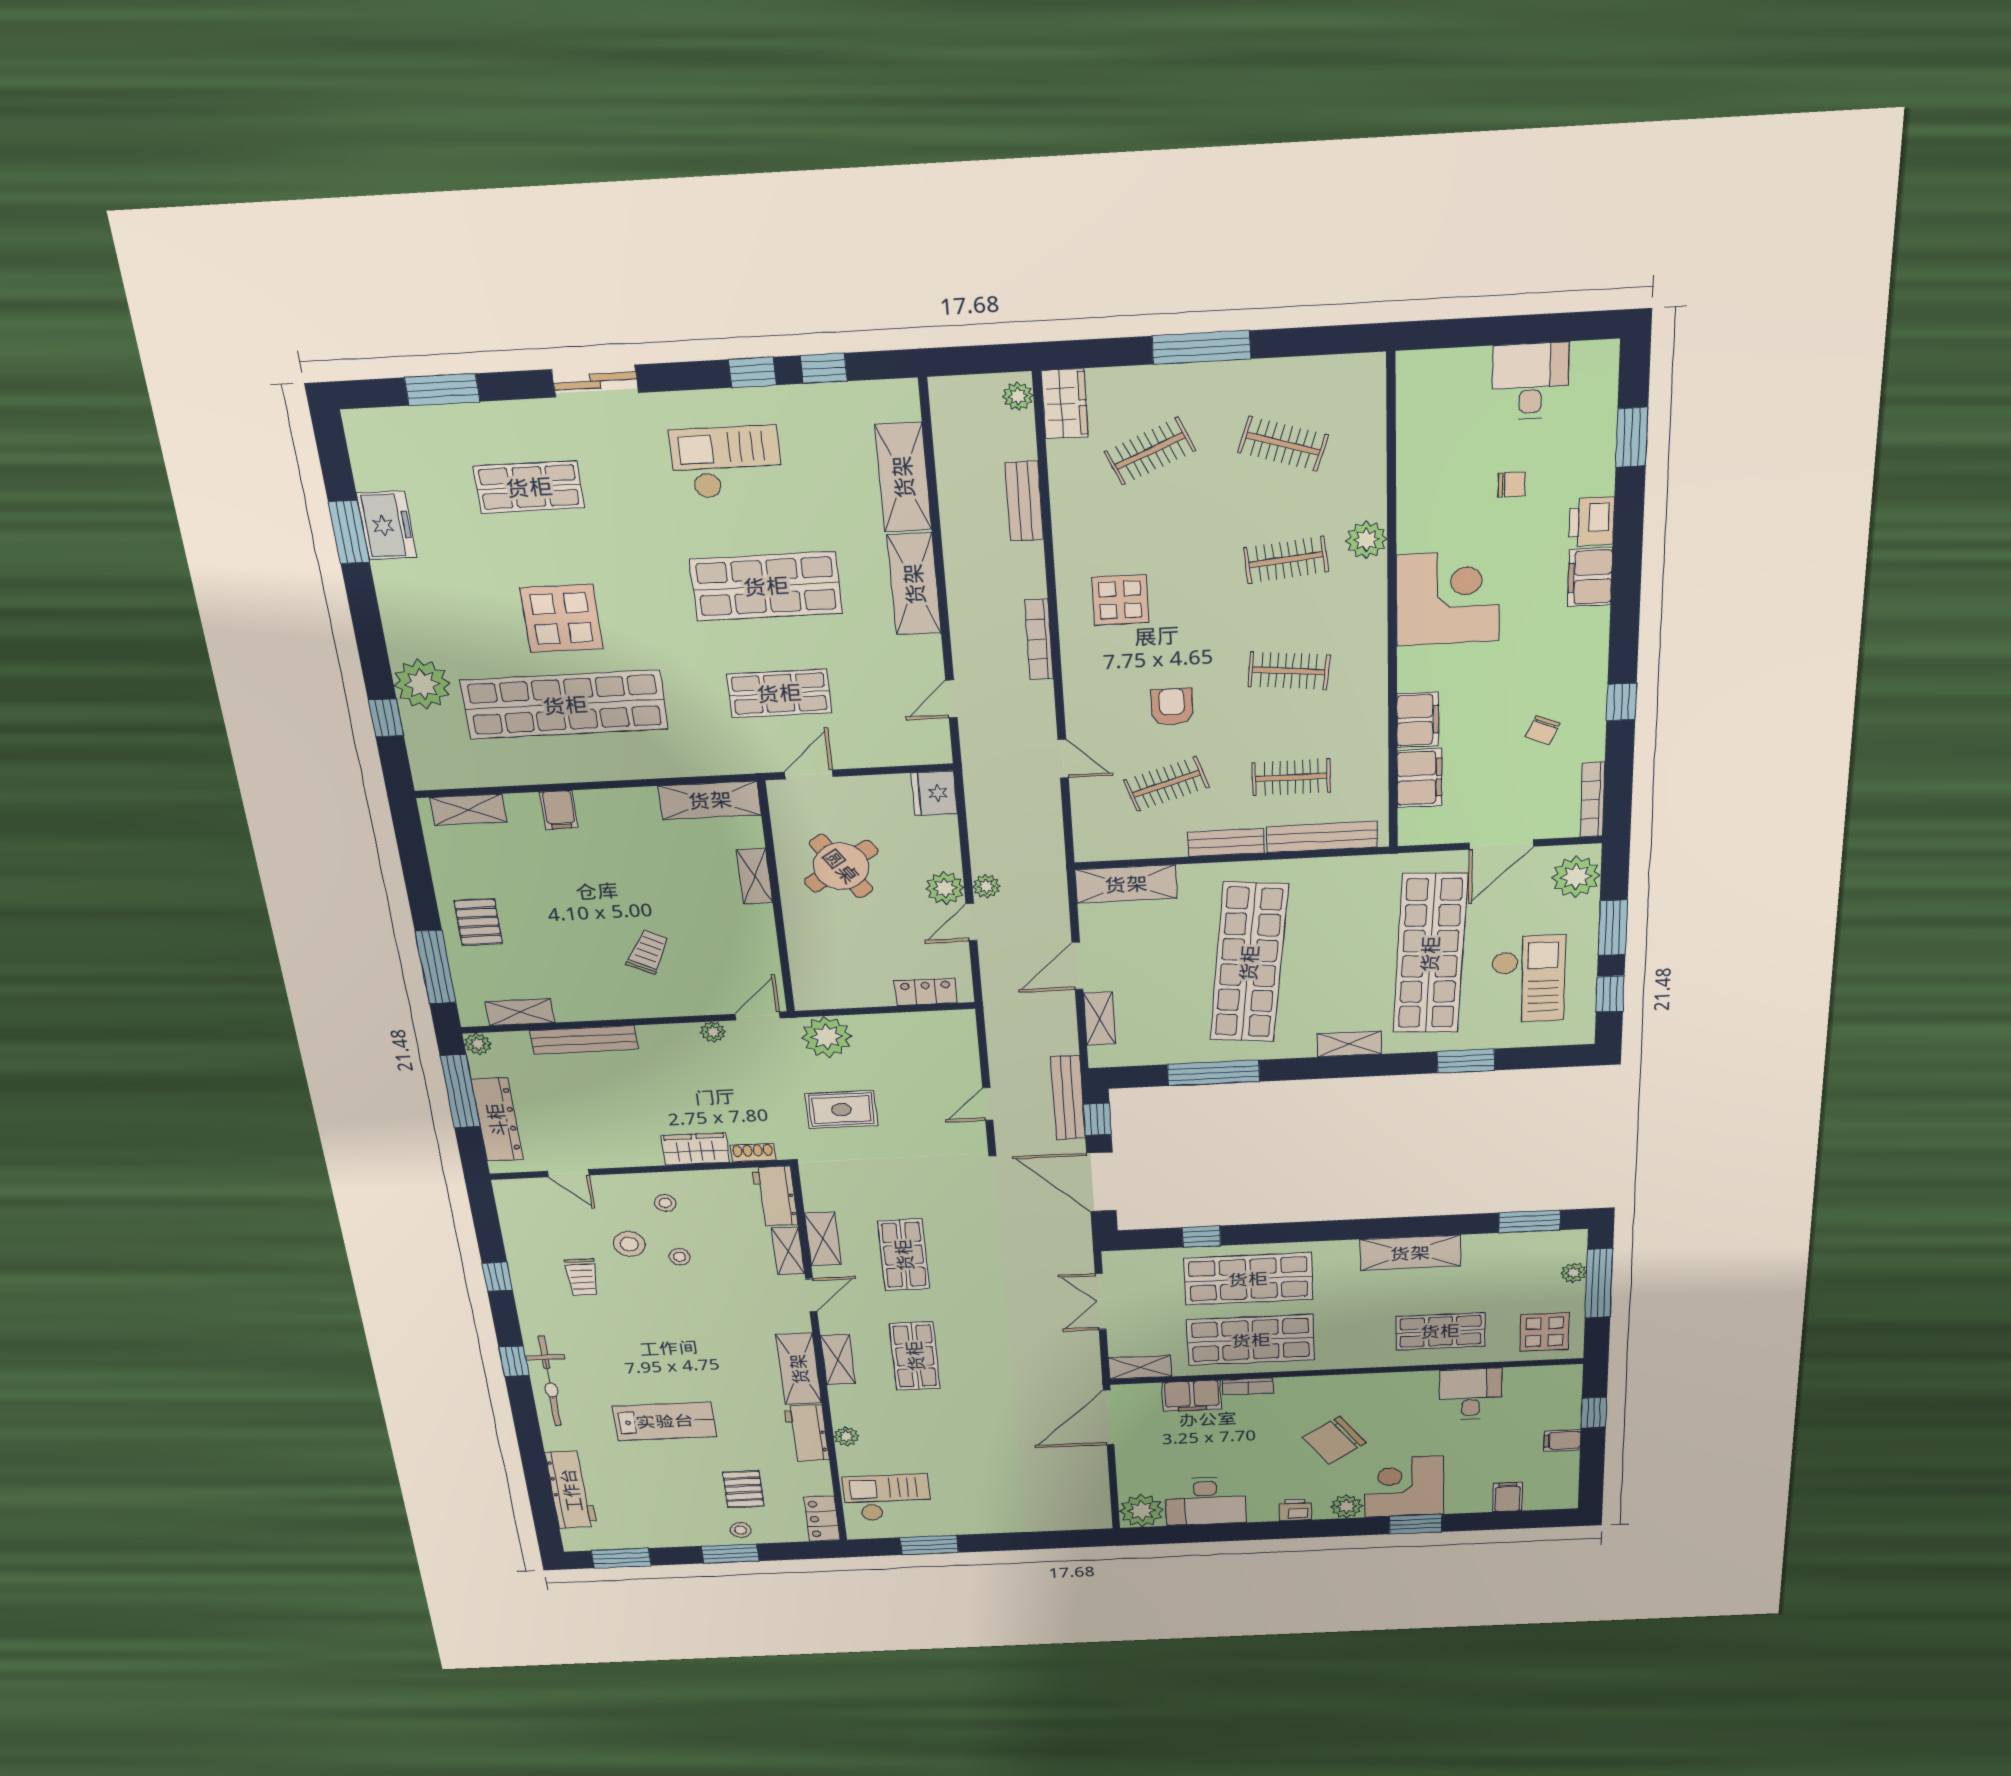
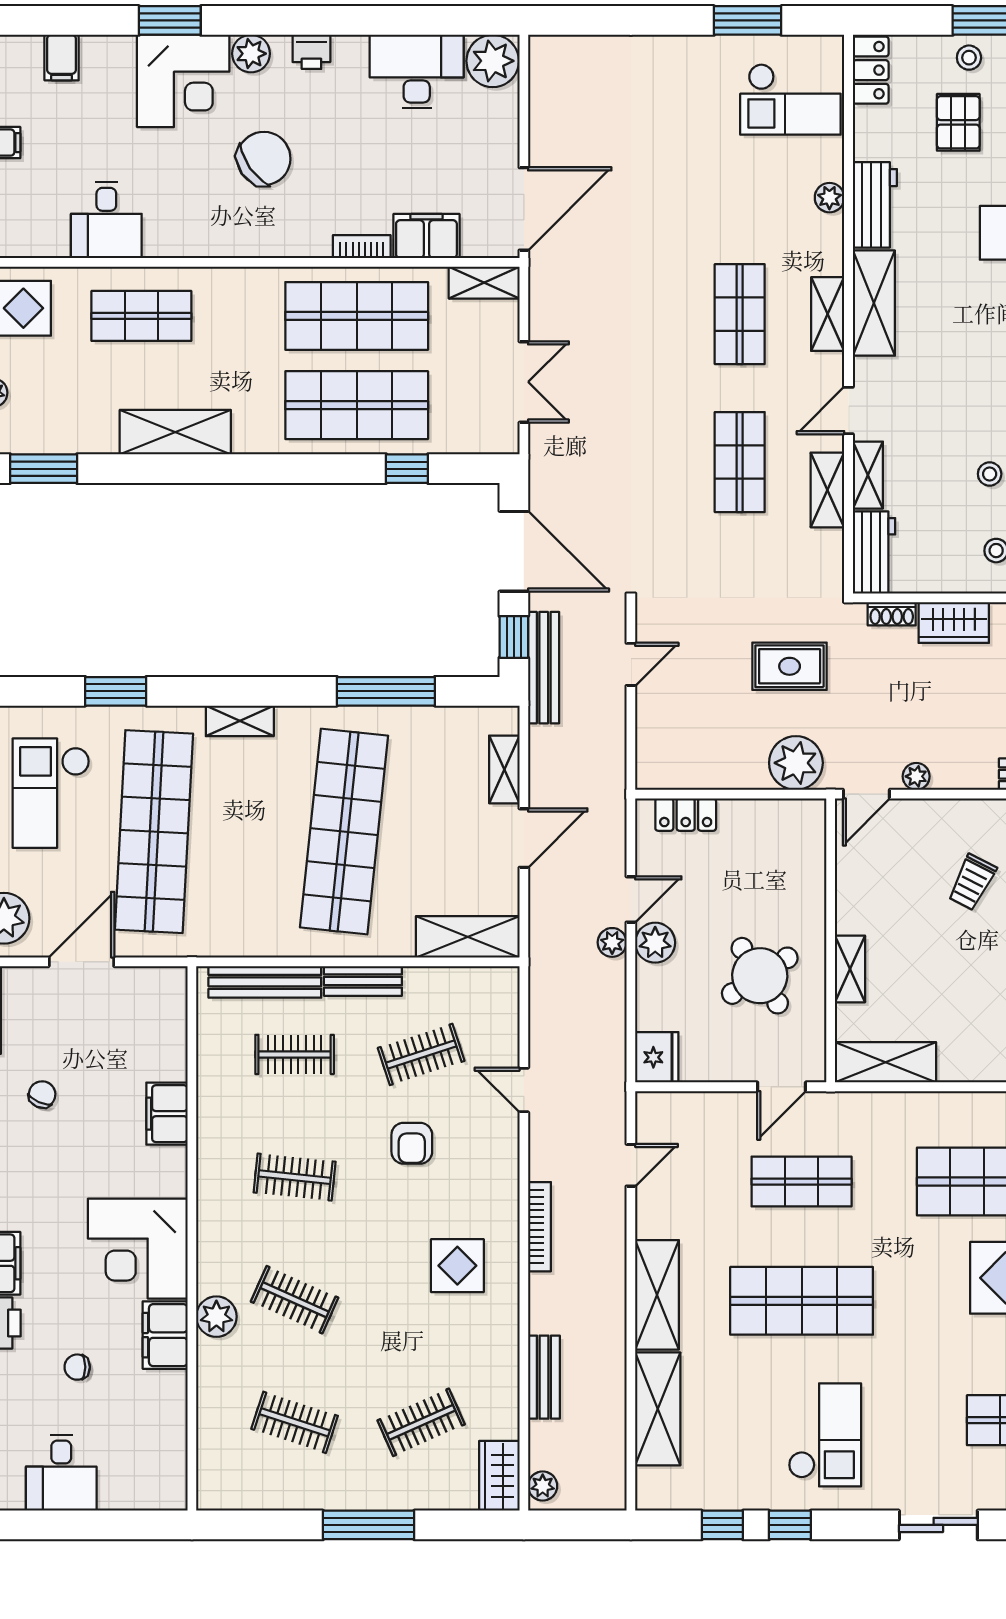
checkout: (726, 462) -> (825, 1435), turned -90
clothes rail: (1286, 560) -> (295, 1300), turned 30
filing cabinet: (1419, 778) -> (165, 1335), moved

